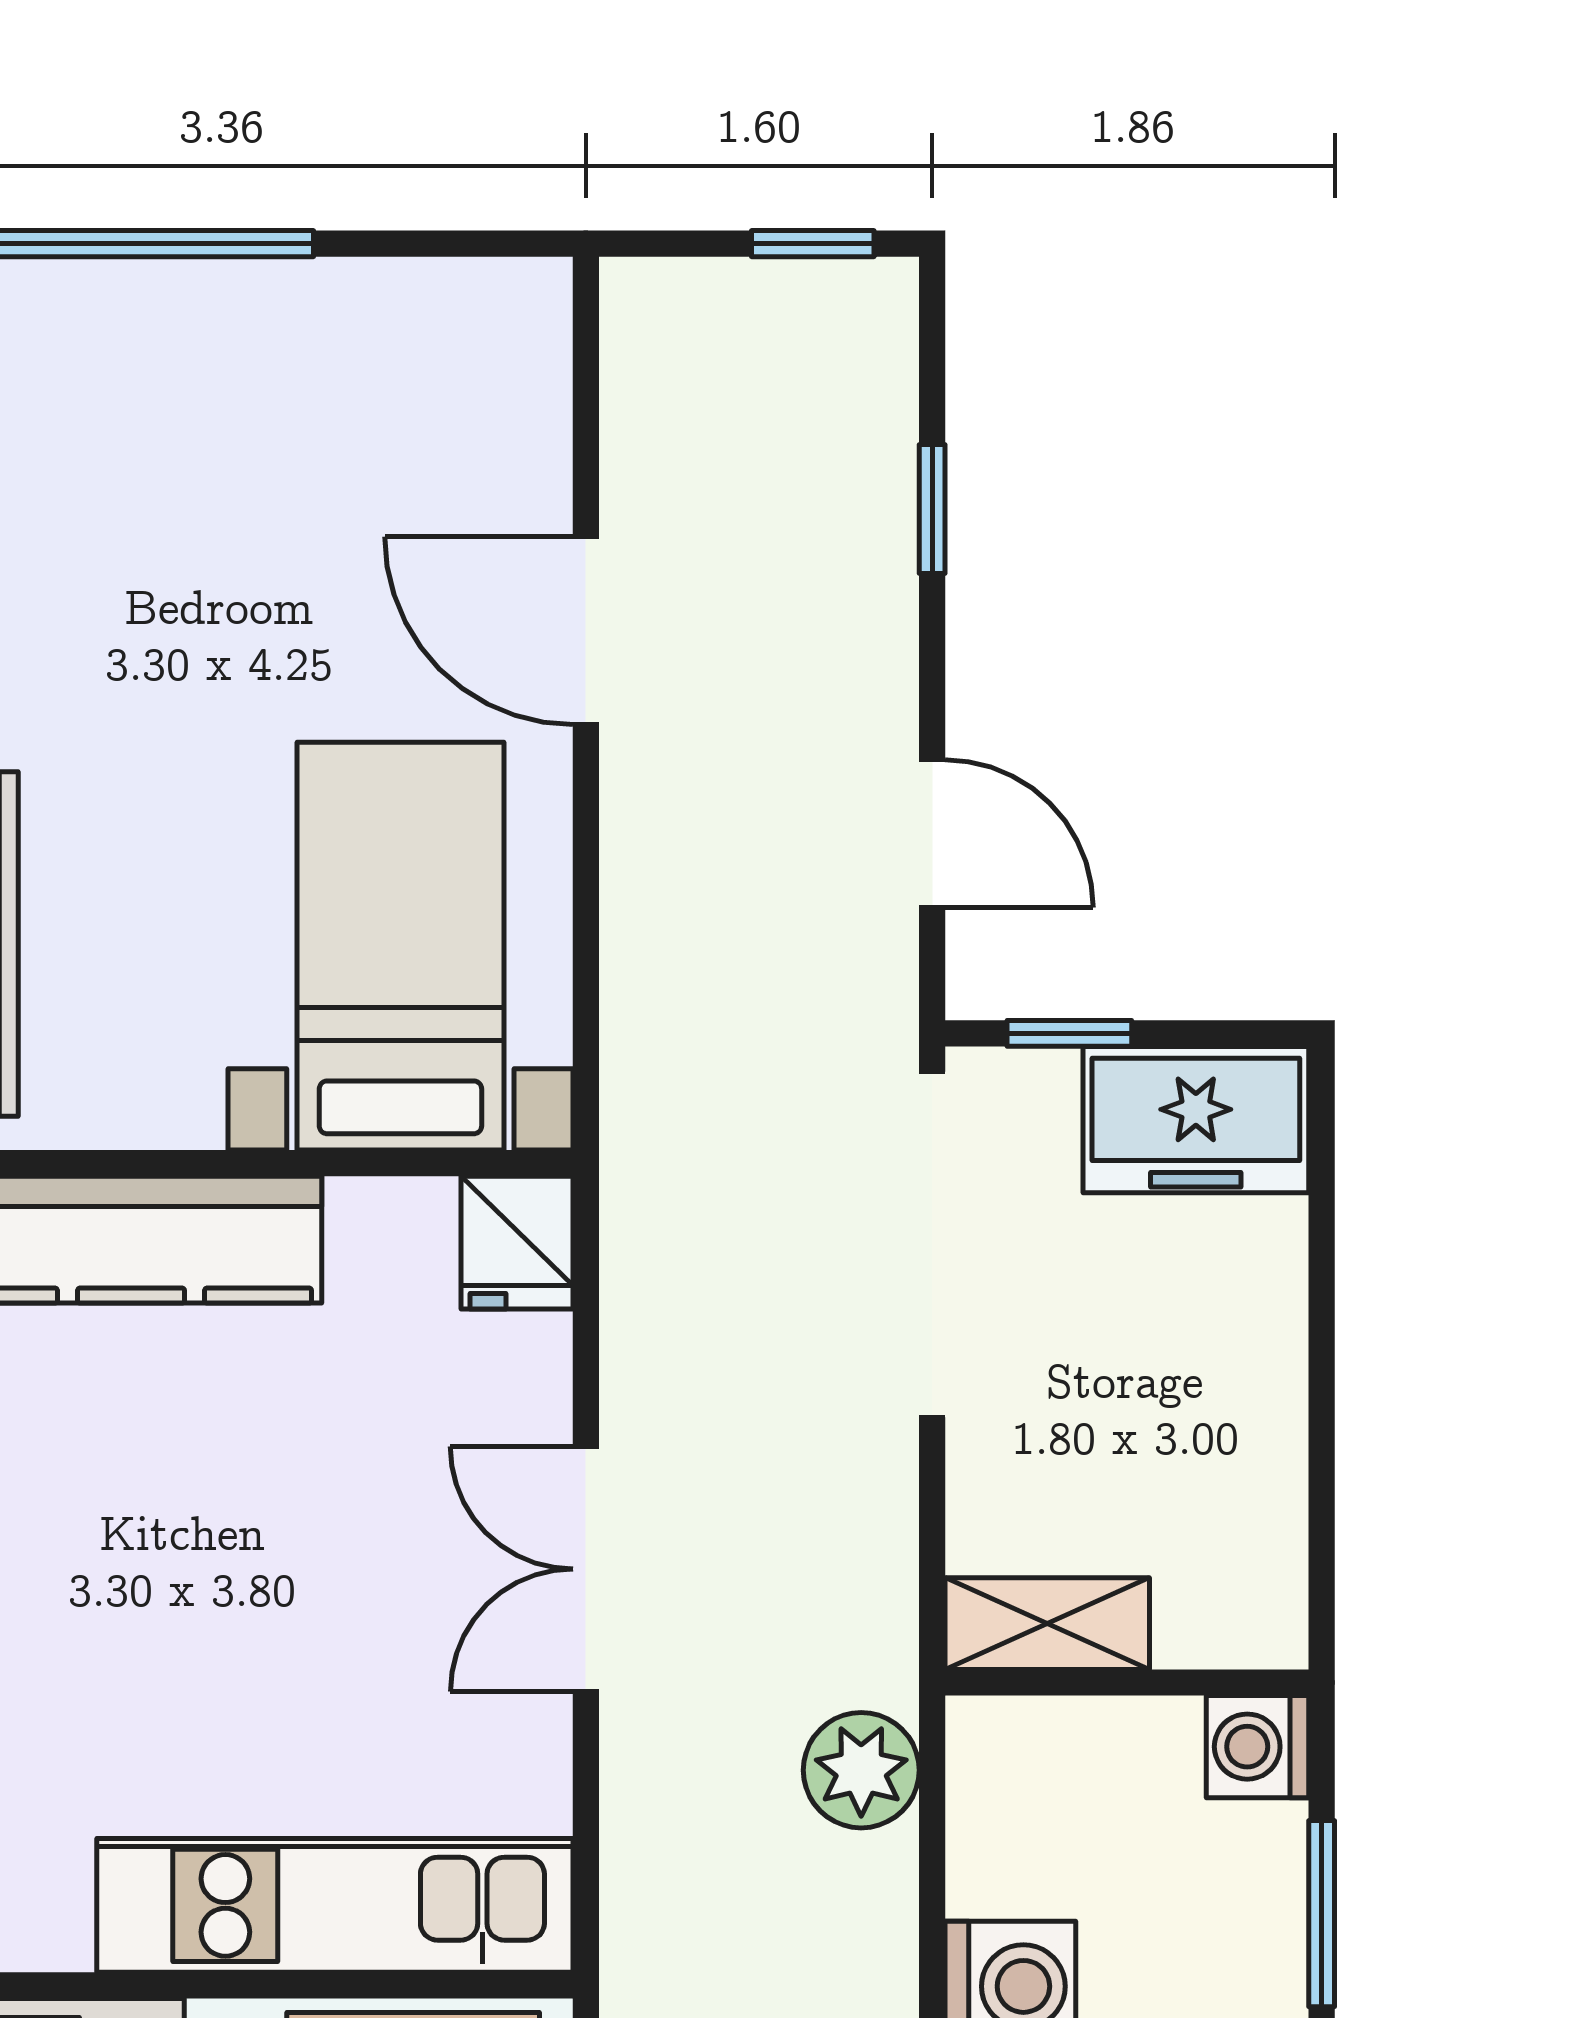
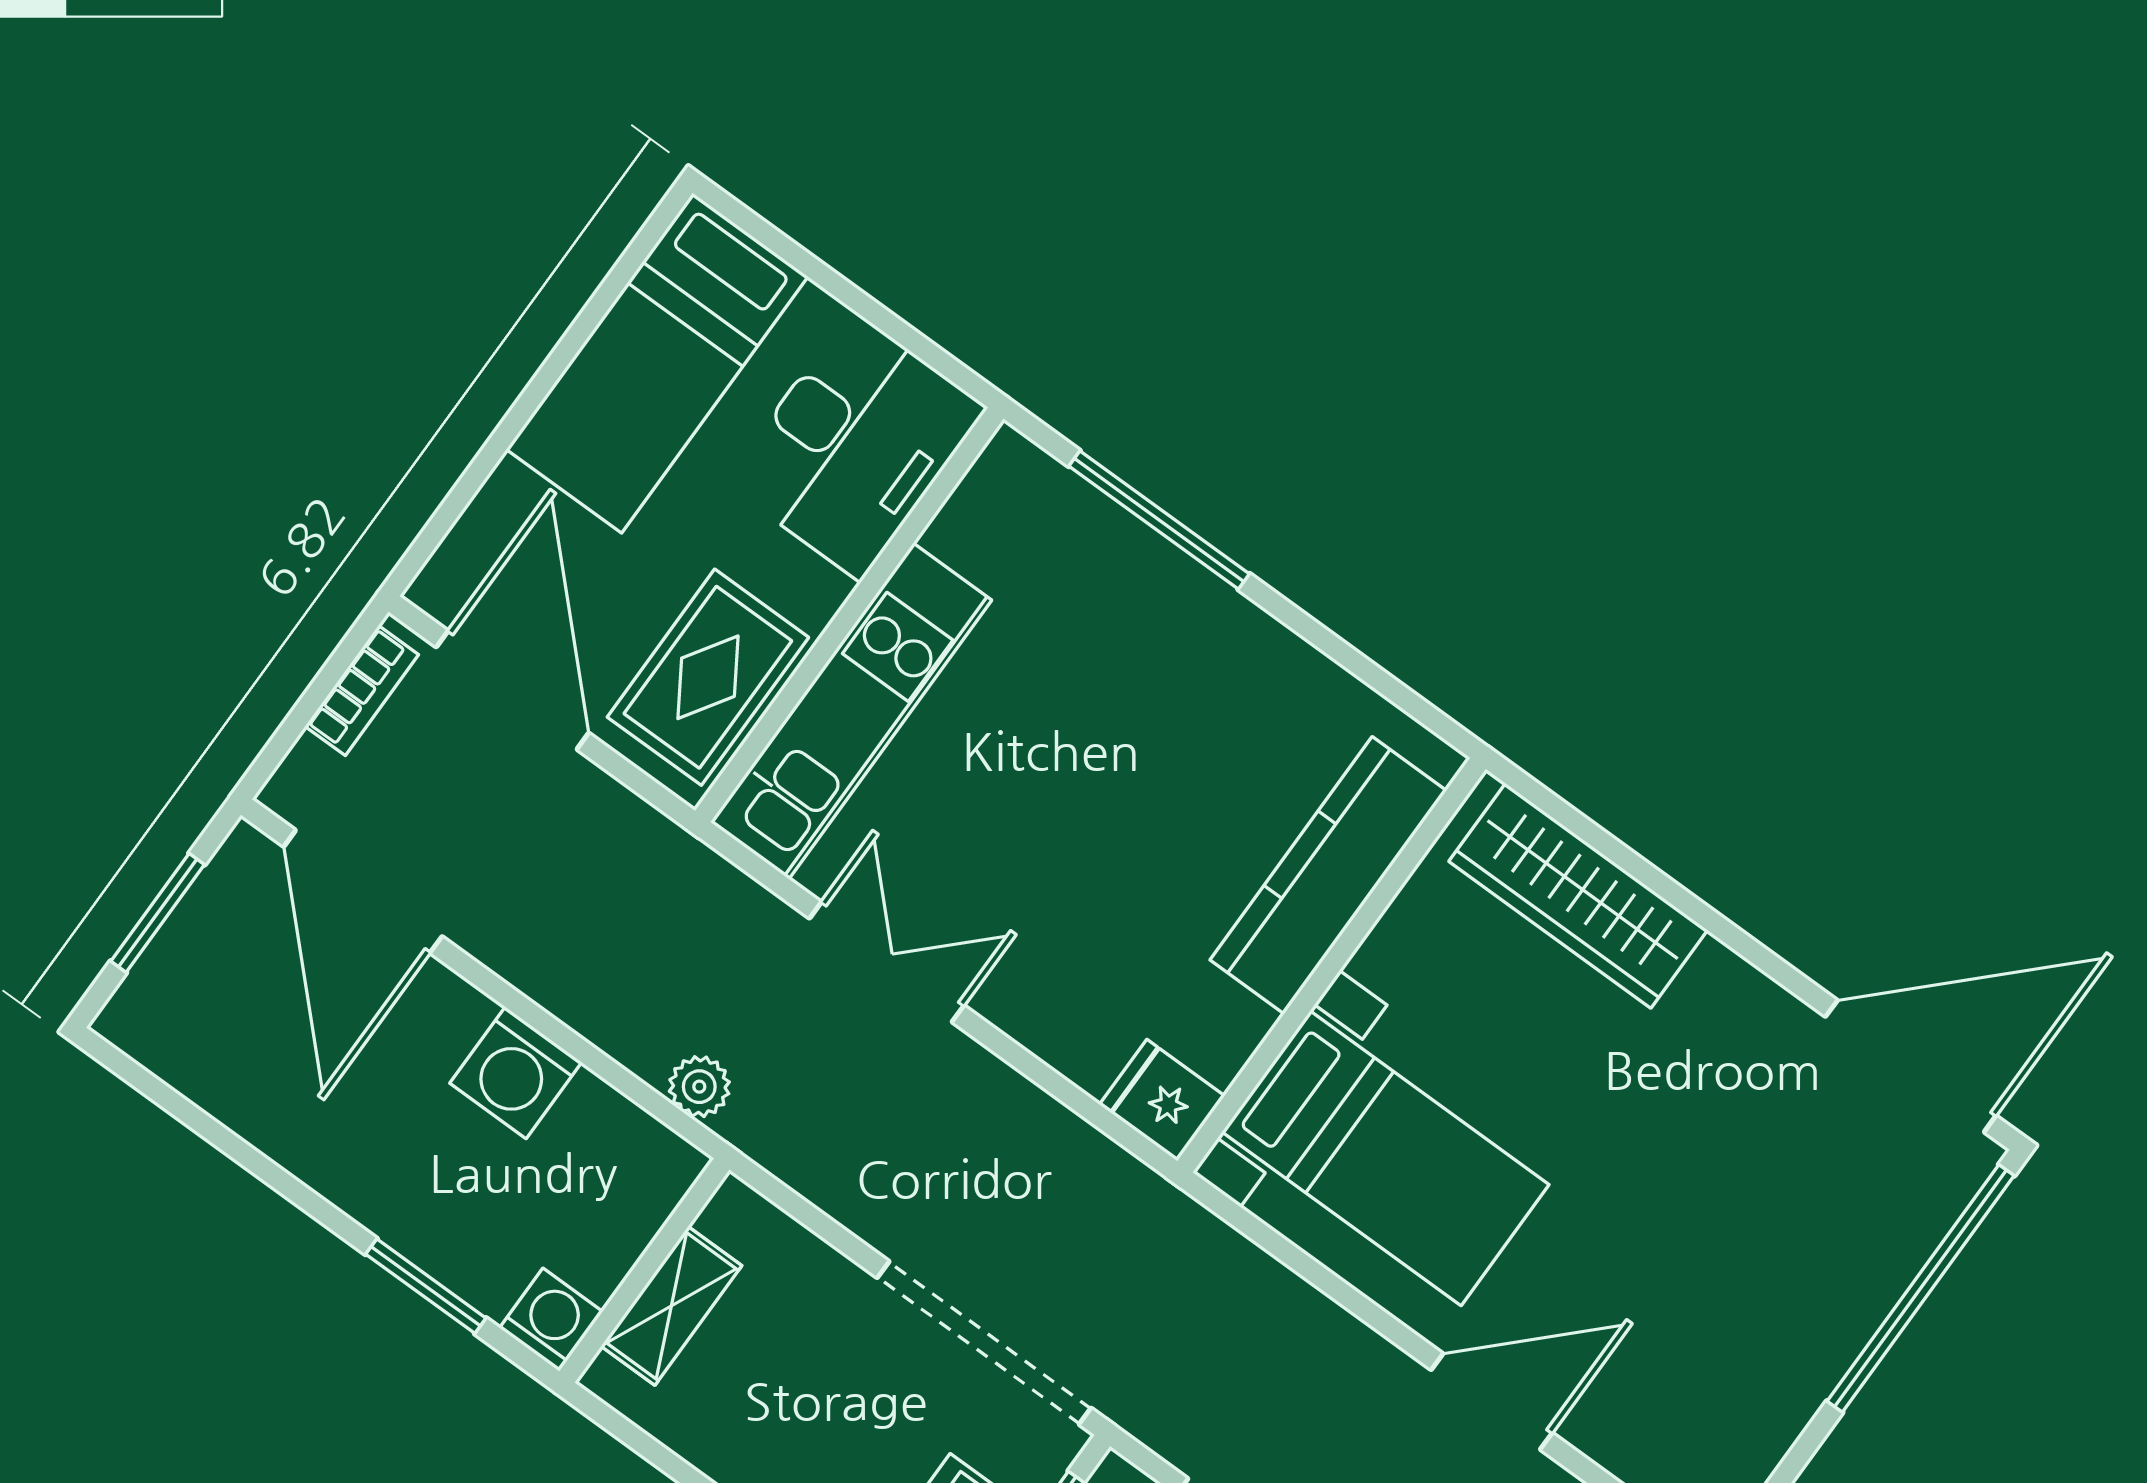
double door: (586, 1569) -> (887, 962), moved
shelving: (1047, 1624) -> (671, 1306), moved
plant: (861, 1770) -> (699, 1087), width x0.73, depth x0.73

